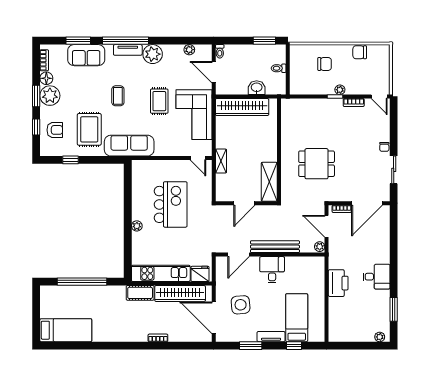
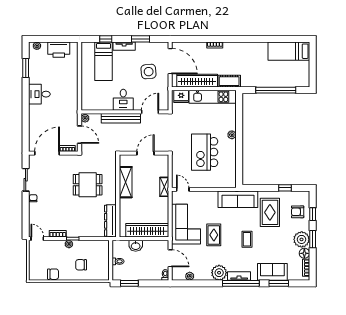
dresser: (288, 119) -> (110, 221), added
shelving: (269, 182) -> (126, 182), moved
printer: (338, 283) -> (59, 50), moved, turned -90

